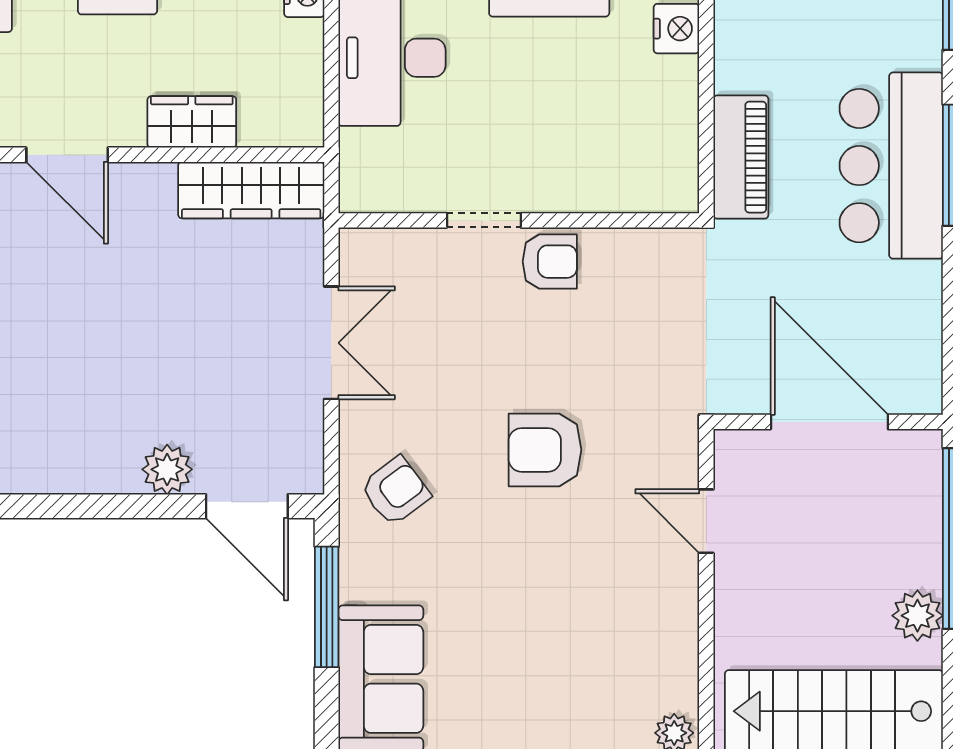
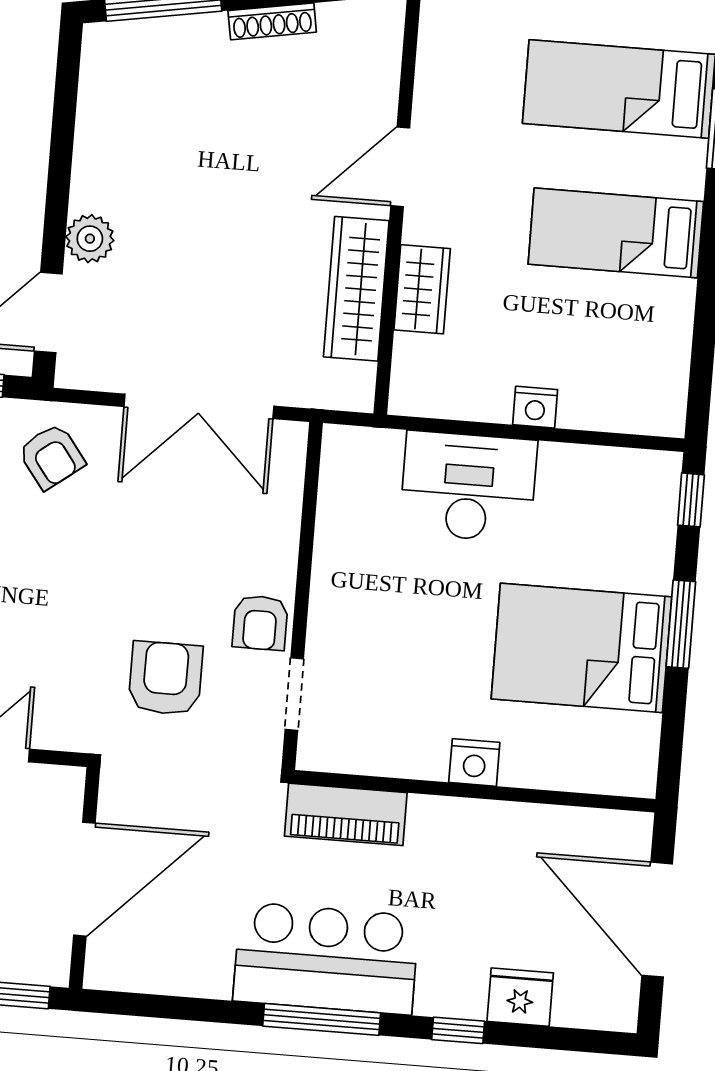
wardrobe: (251, 190) -> (356, 289), moved
doorway: (484, 220) -> (294, 694), moved
double door: (331, 343) -> (199, 406), width x1.37
armchair: (545, 450) -> (165, 678), moved

